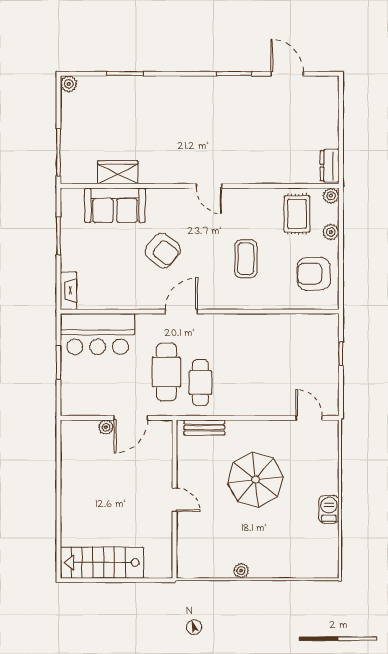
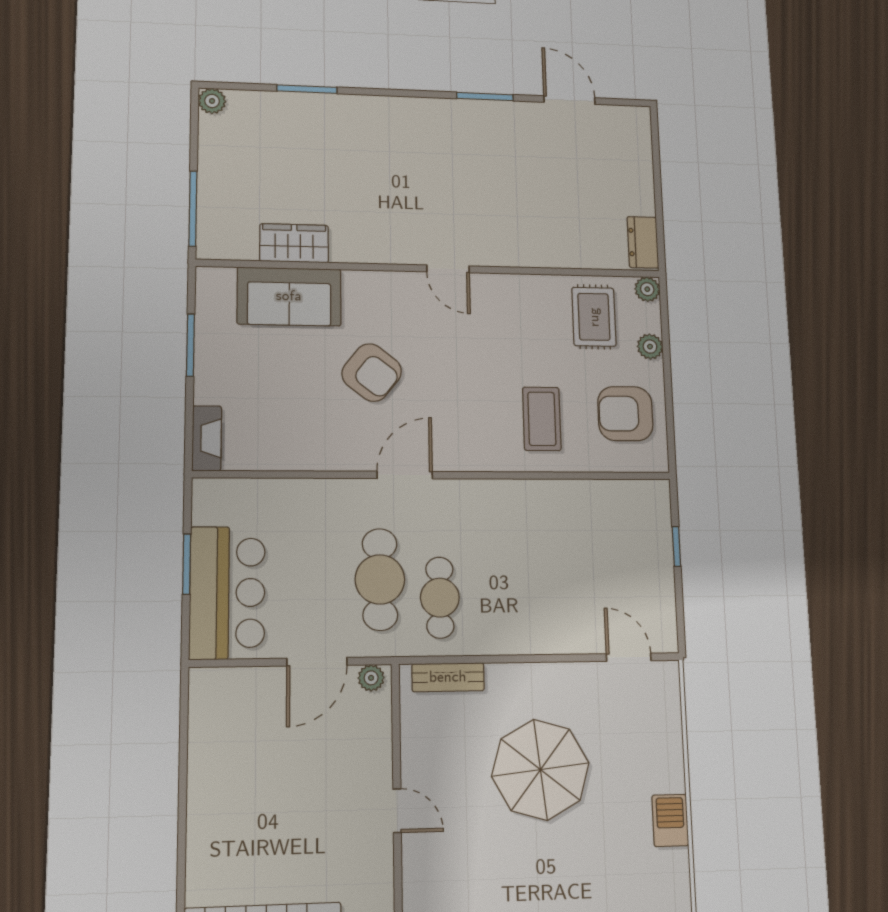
coffee table: (246, 259) -> (542, 419), moved
bar counter: (98, 334) -> (227, 593), moved, turned -90
plant: (106, 427) -> (371, 678), moved

